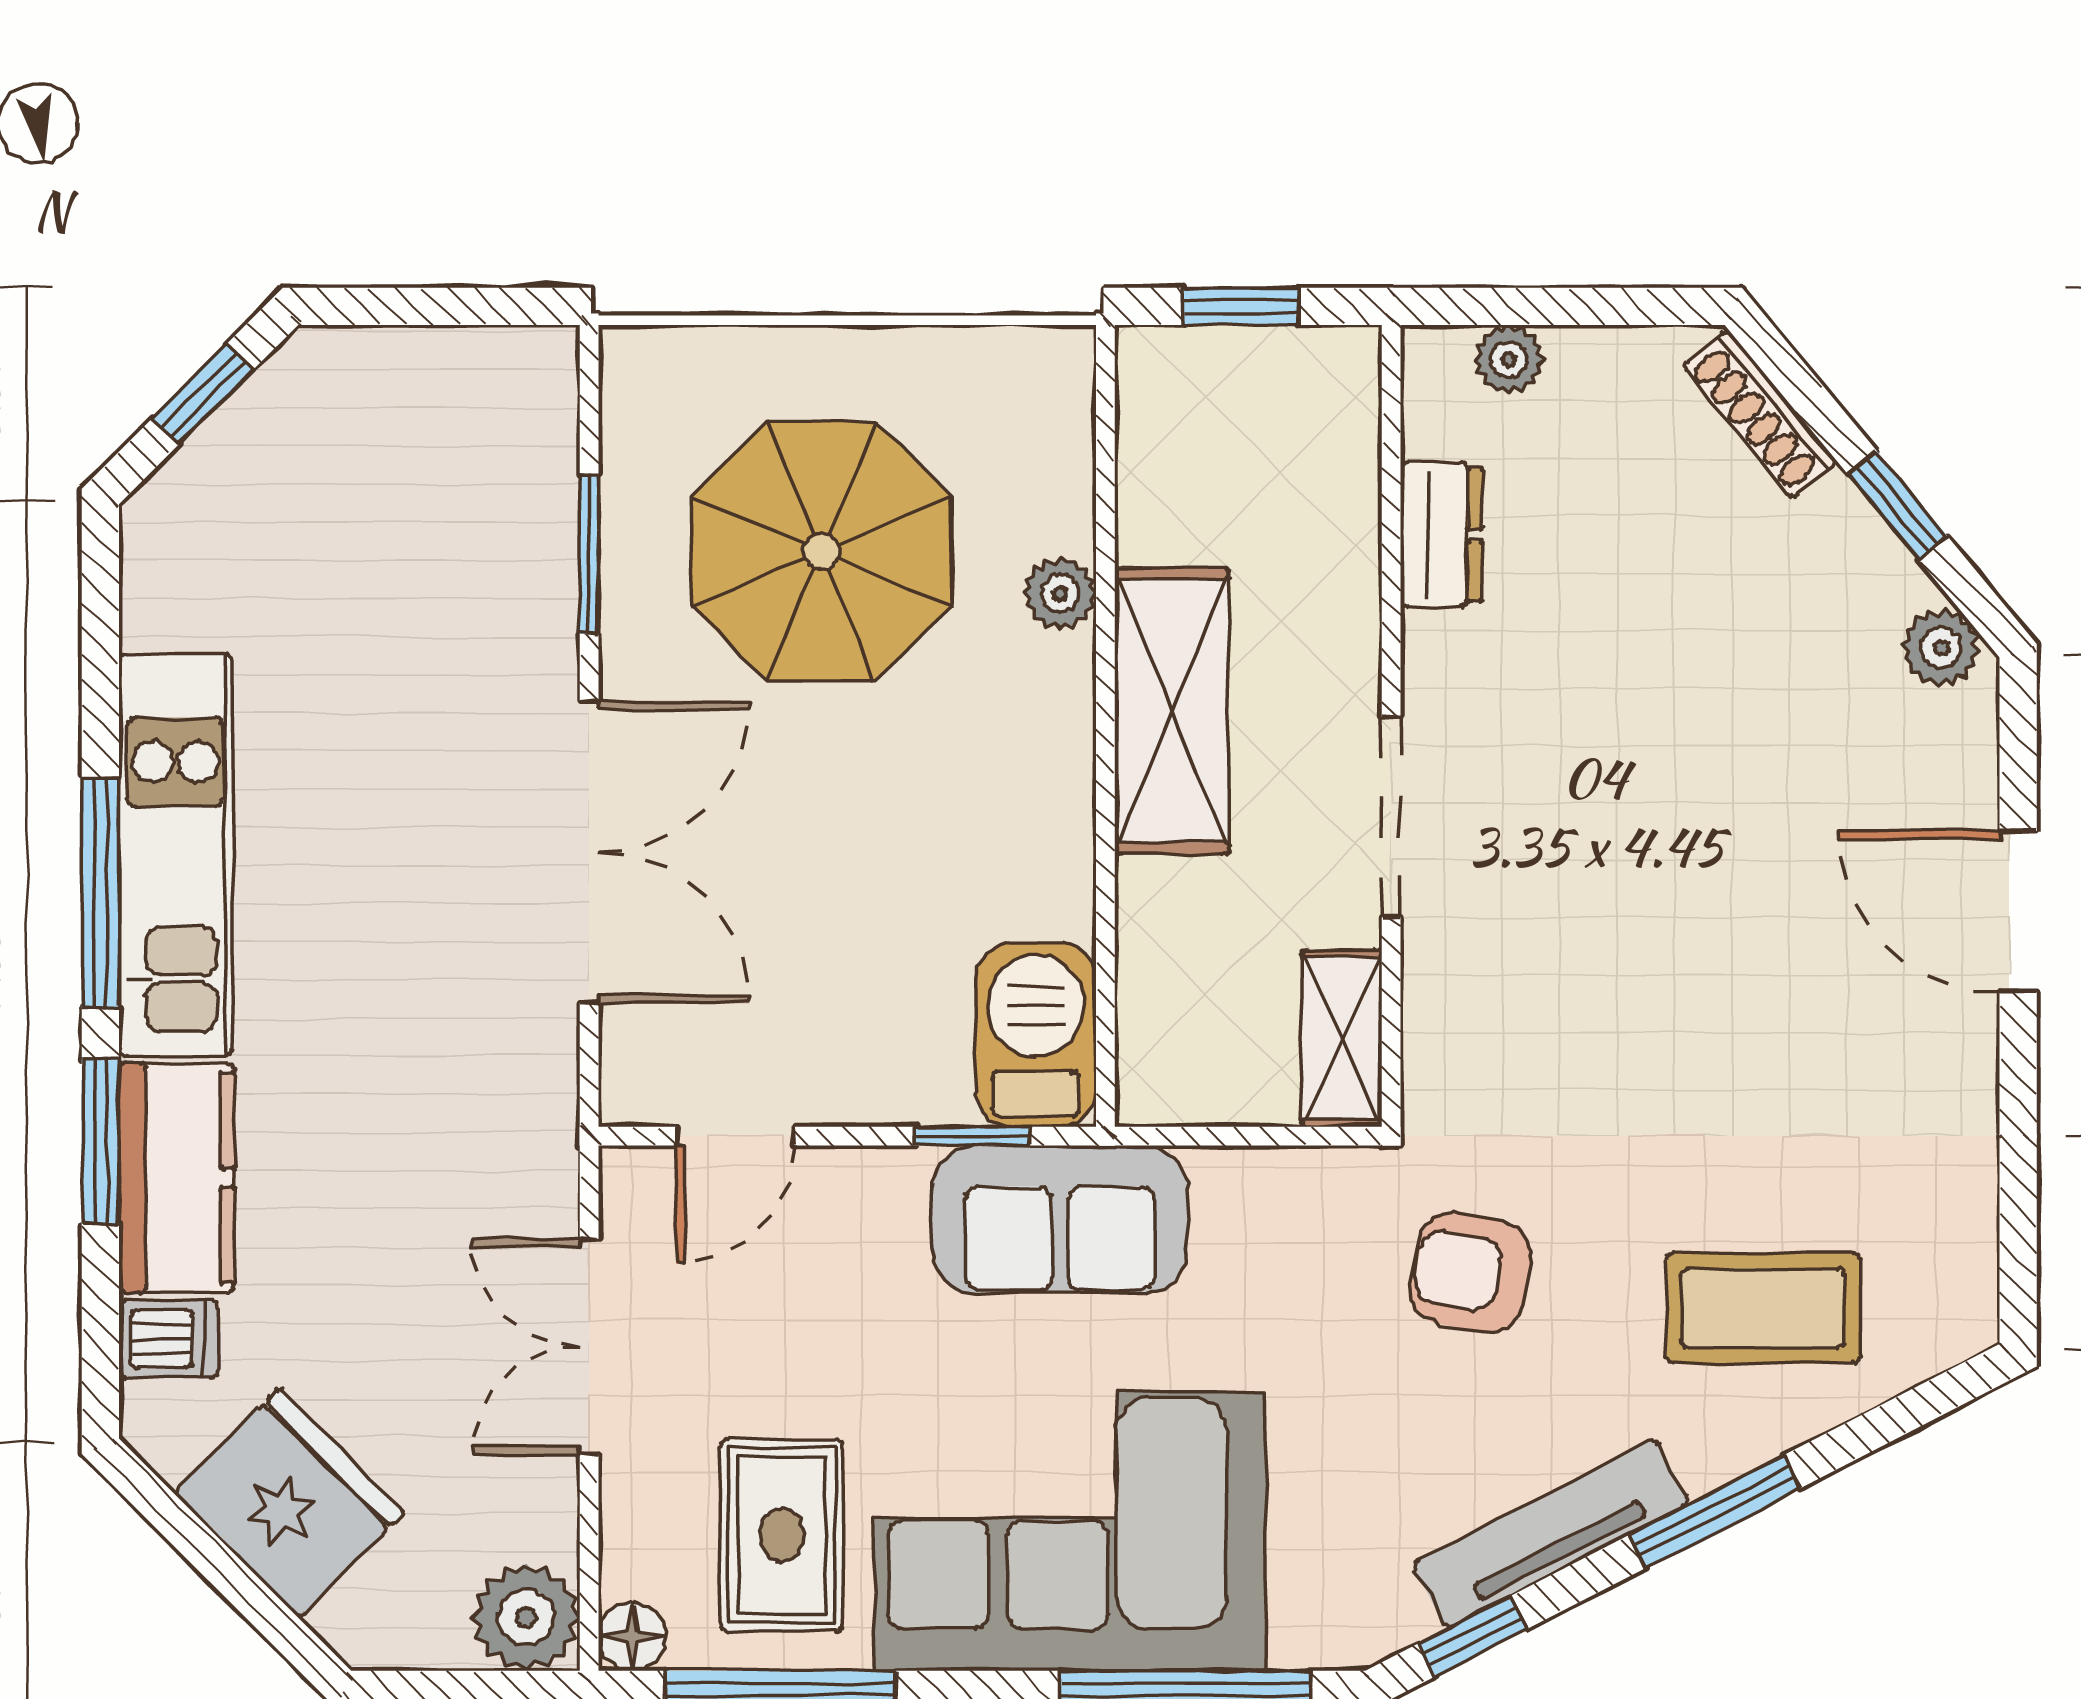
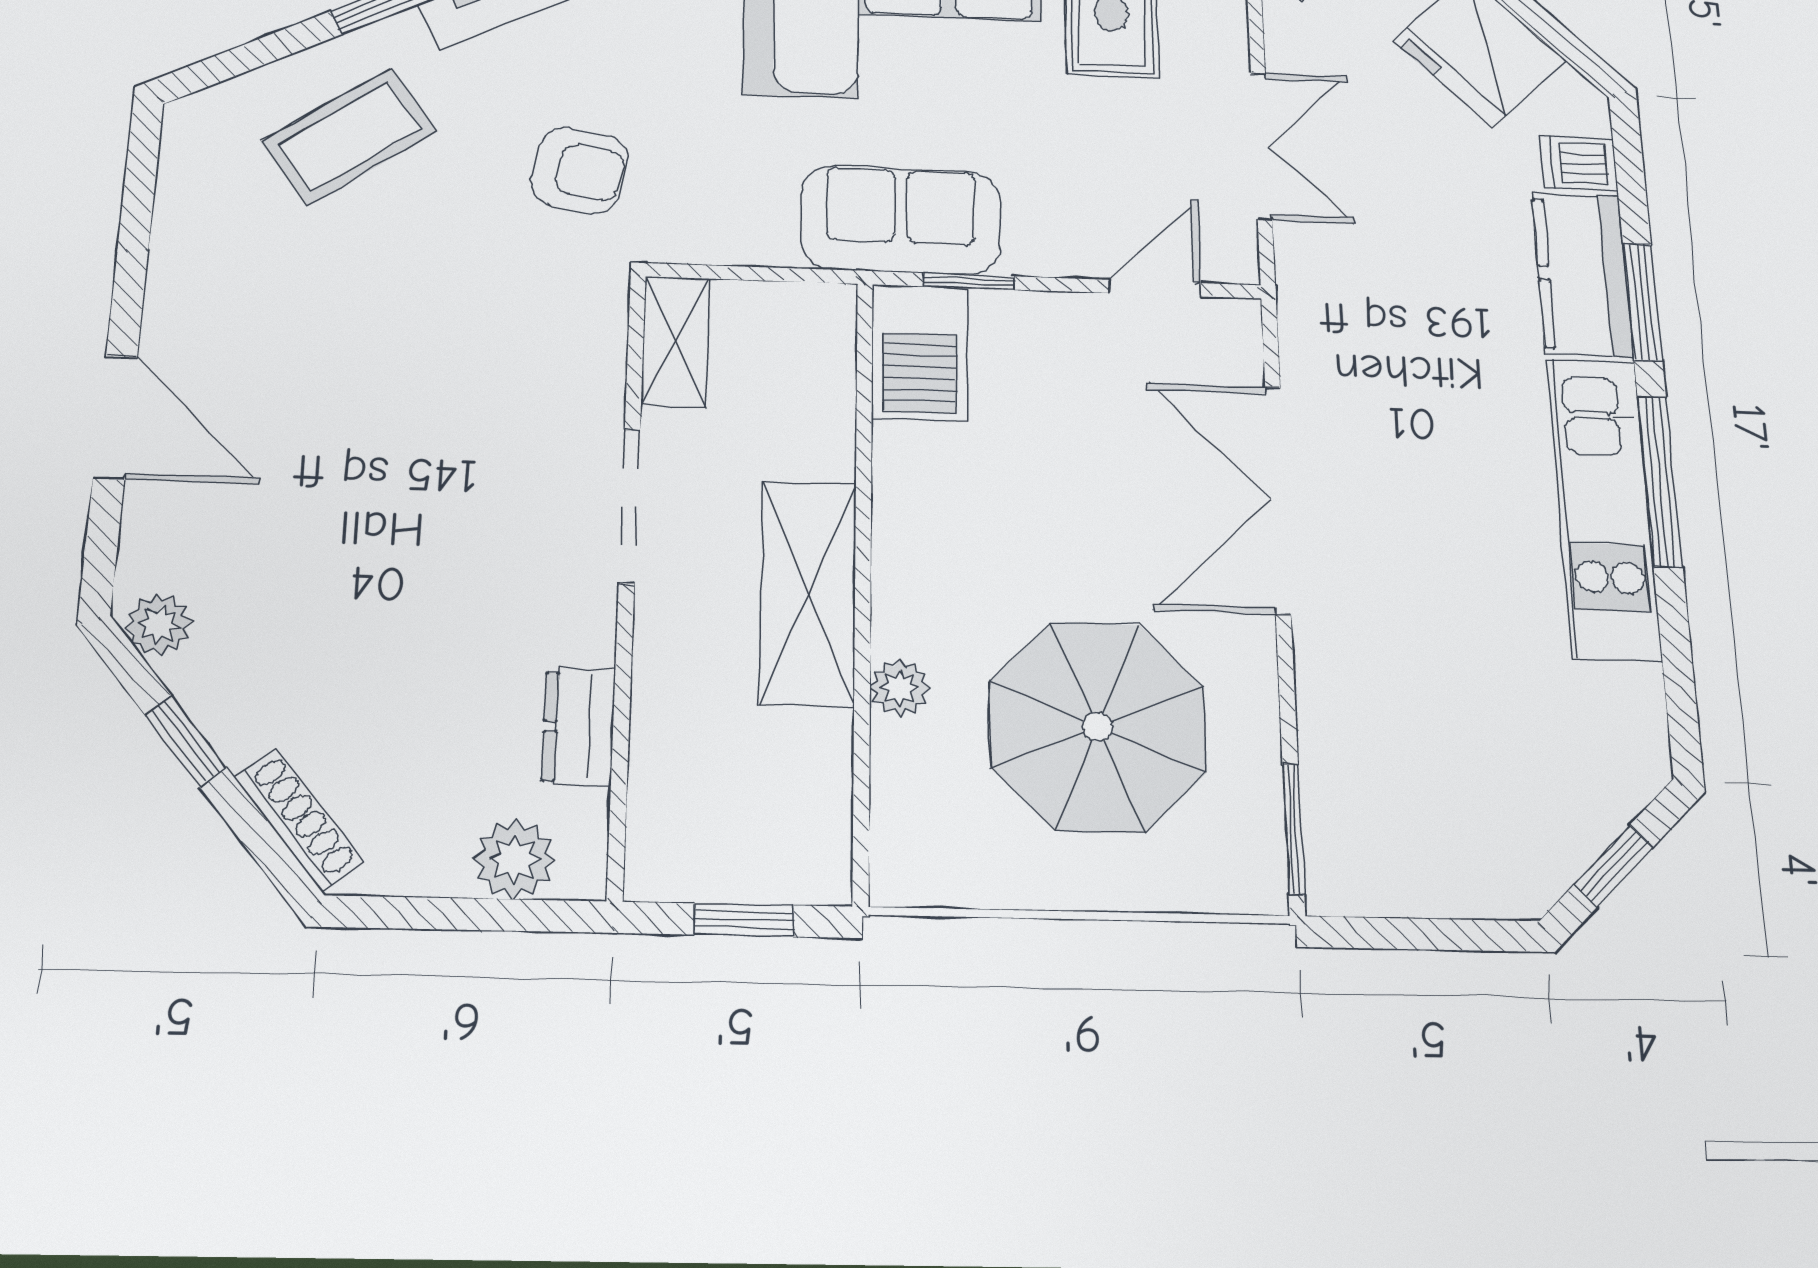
plant: (1509, 359) -> (515, 859), width x1.38, depth x1.38
window: (589, 555) -> (1293, 829), moved
coffee table: (1763, 1308) -> (349, 136), turned -36

